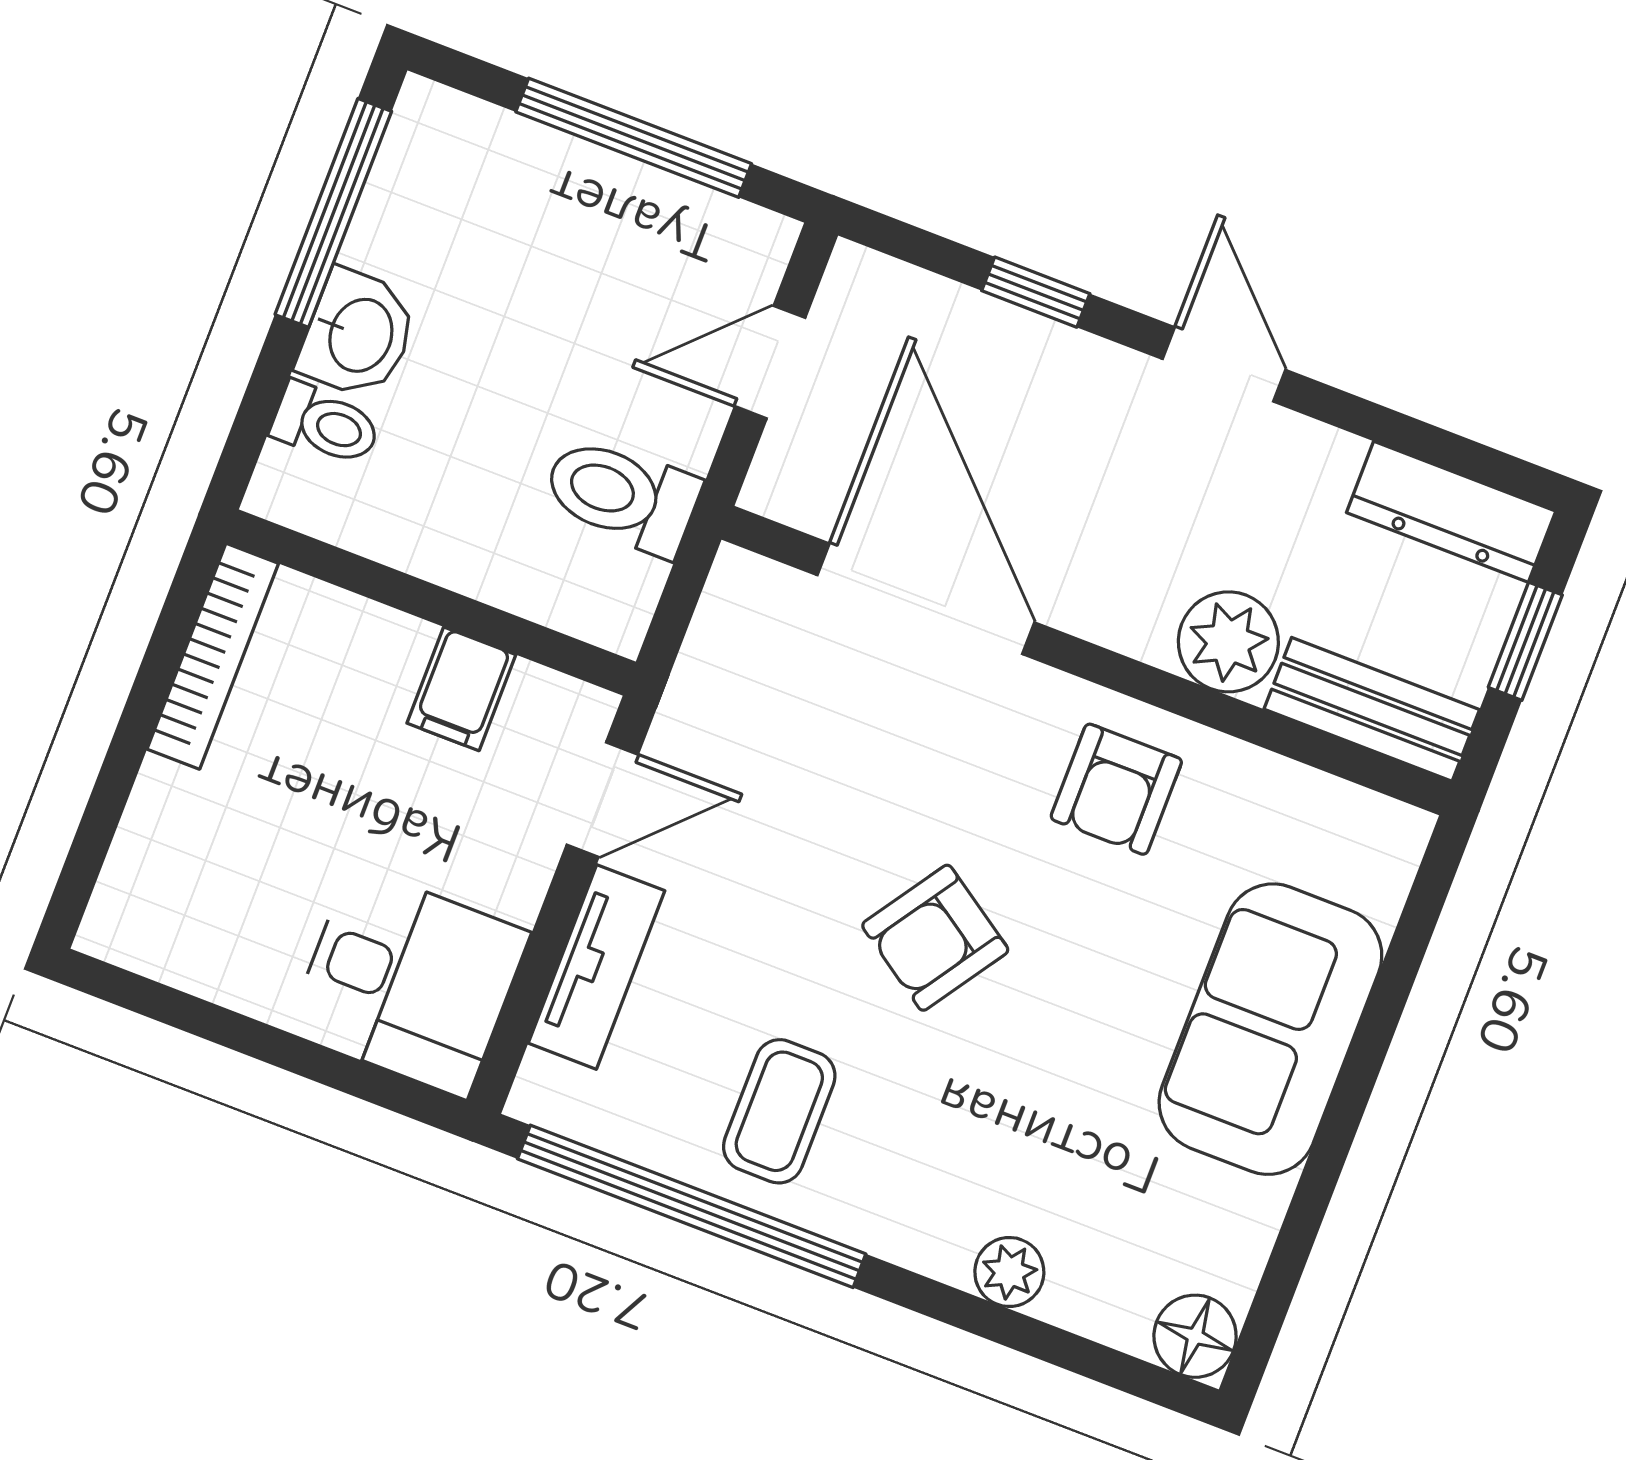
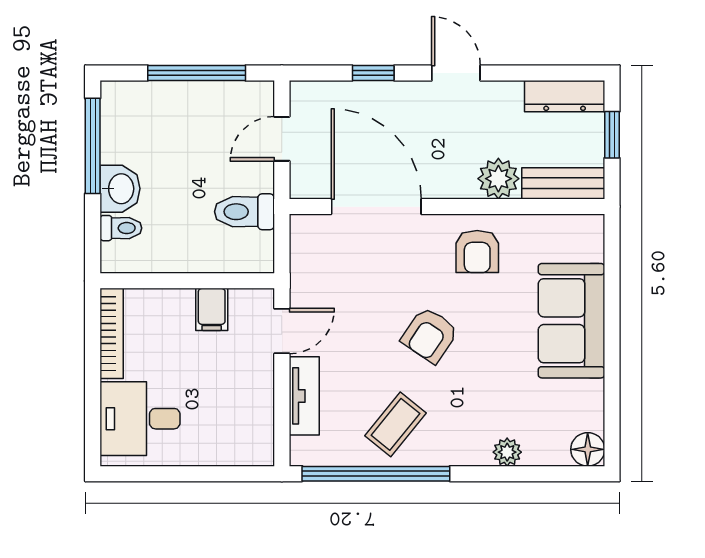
desk: (409, 982) -> (140, 419), moved, turned 180
coffee table: (779, 1111) -> (395, 424), turned 39

